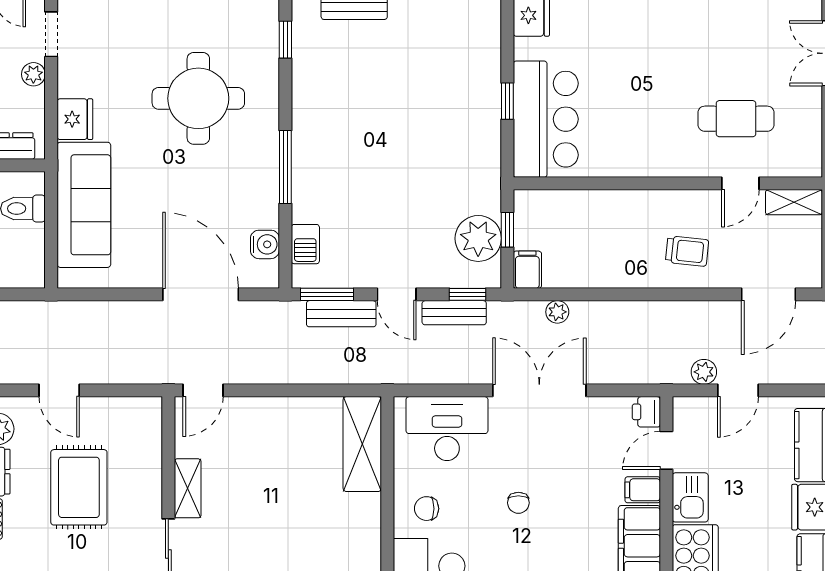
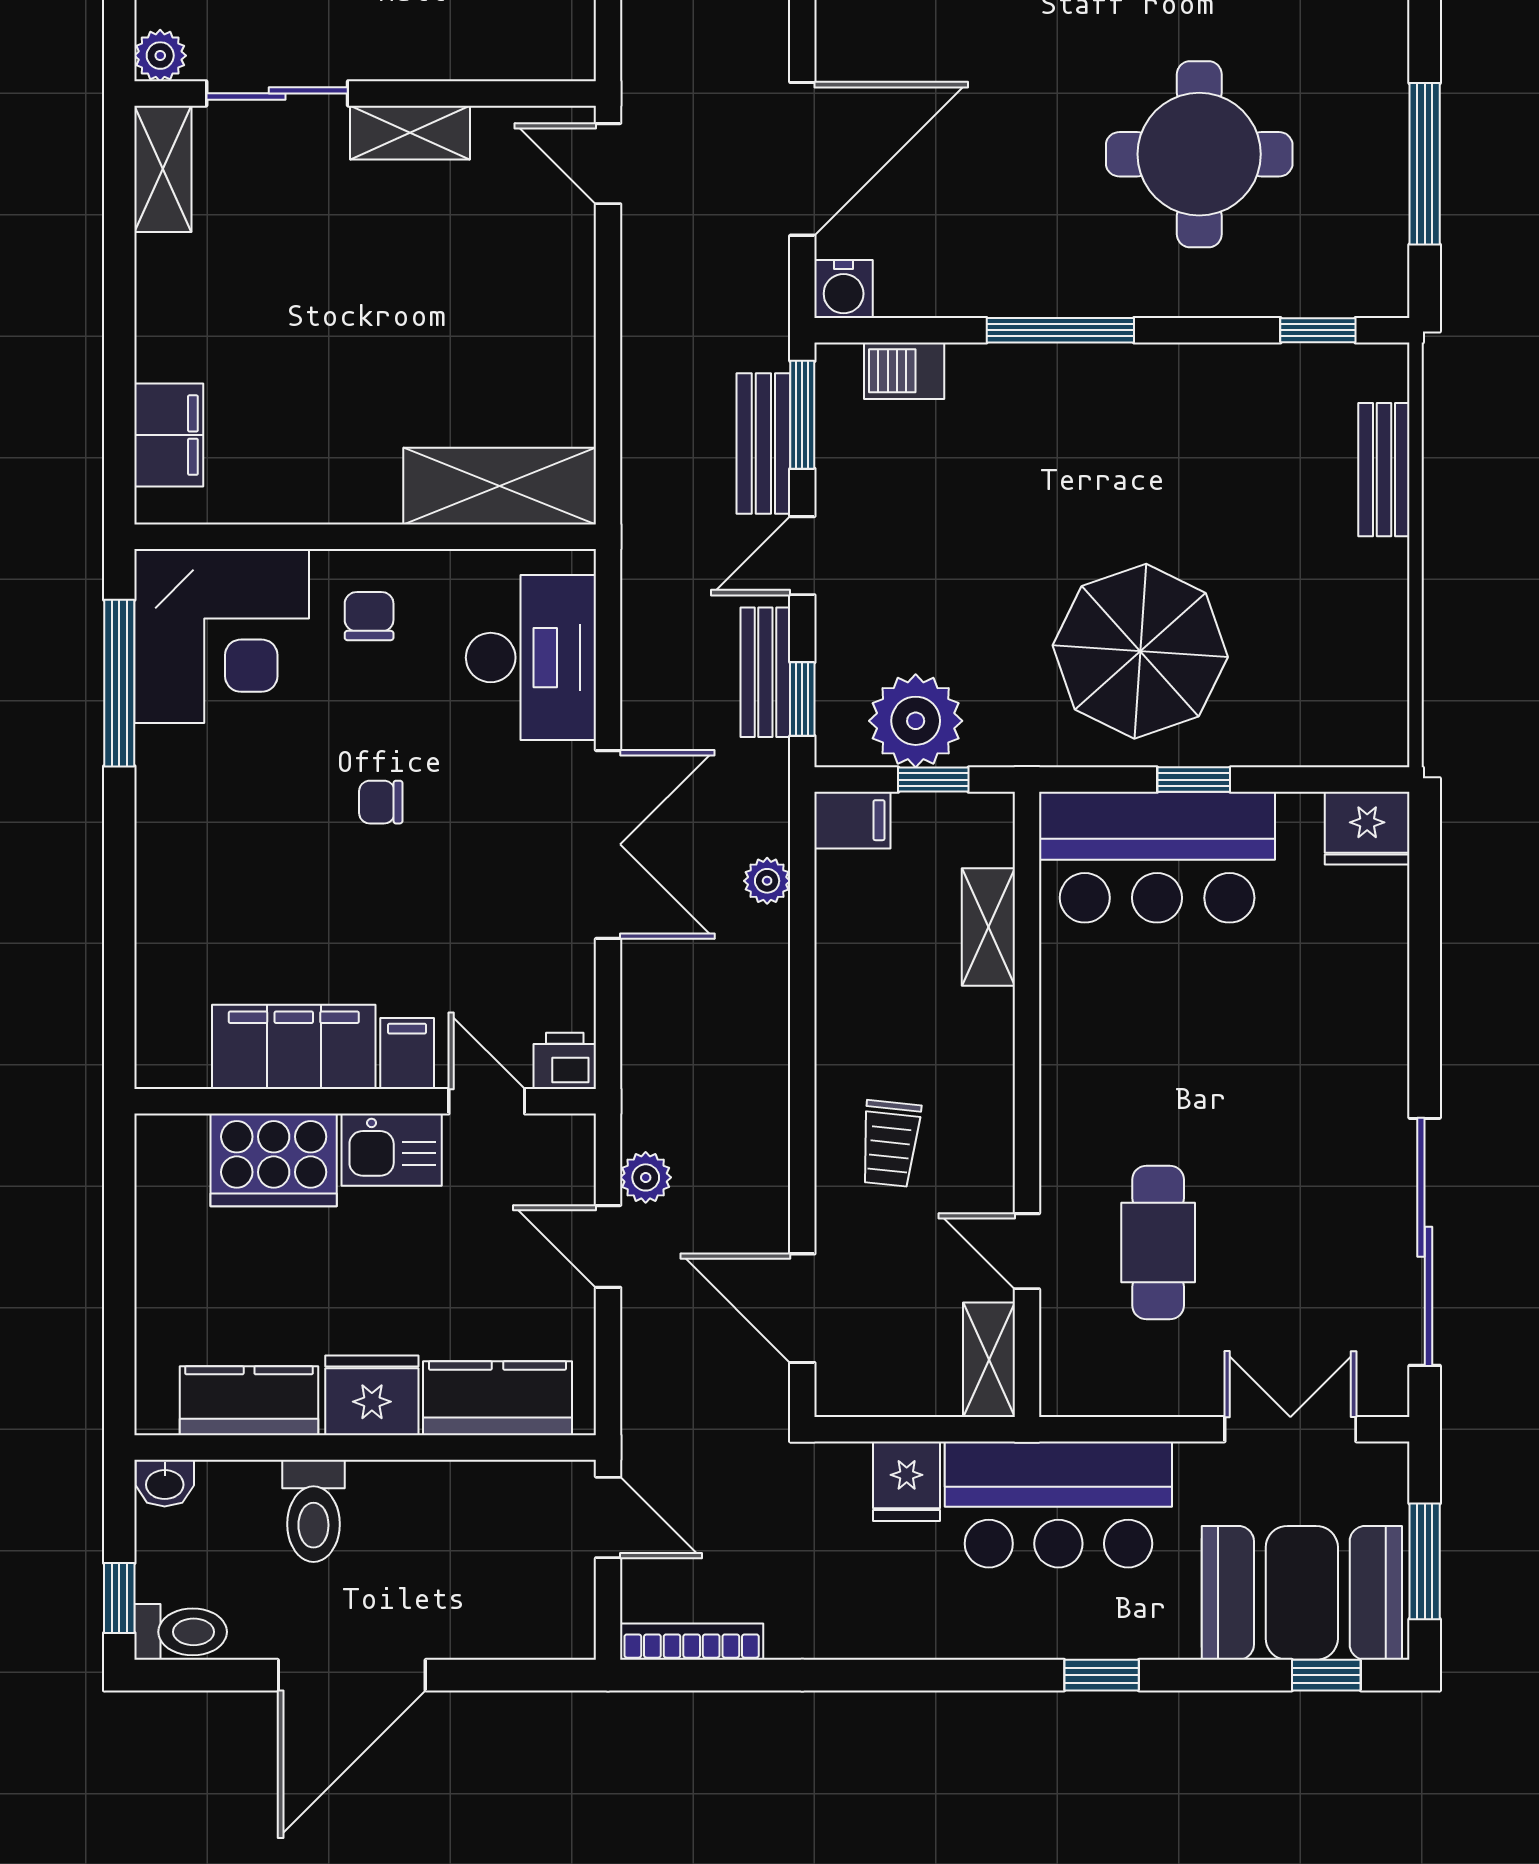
parasol: (444, 127) -> (1140, 651), added
shelving: (580, 203) -> (988, 927), added
water cooler: (265, 244) -> (844, 289), moved

